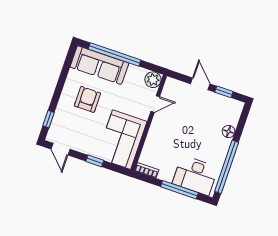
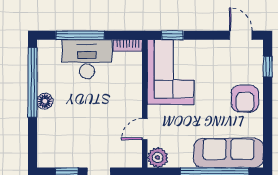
armchair: (87, 99) -> (245, 99), moved
floor lamp: (228, 131) -> (45, 101), moved
window: (95, 161) -> (172, 35), moved
desk: (195, 175) -> (87, 59), moved

